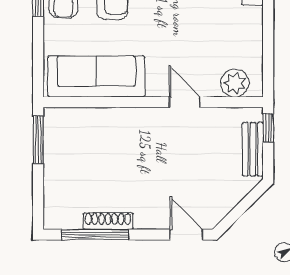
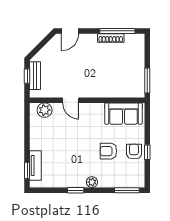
sofa: (96, 76) -> (124, 114), width x0.73
window: (268, 128) -> (27, 76), moved
door: (186, 235) -> (70, 31), hinge flipped

